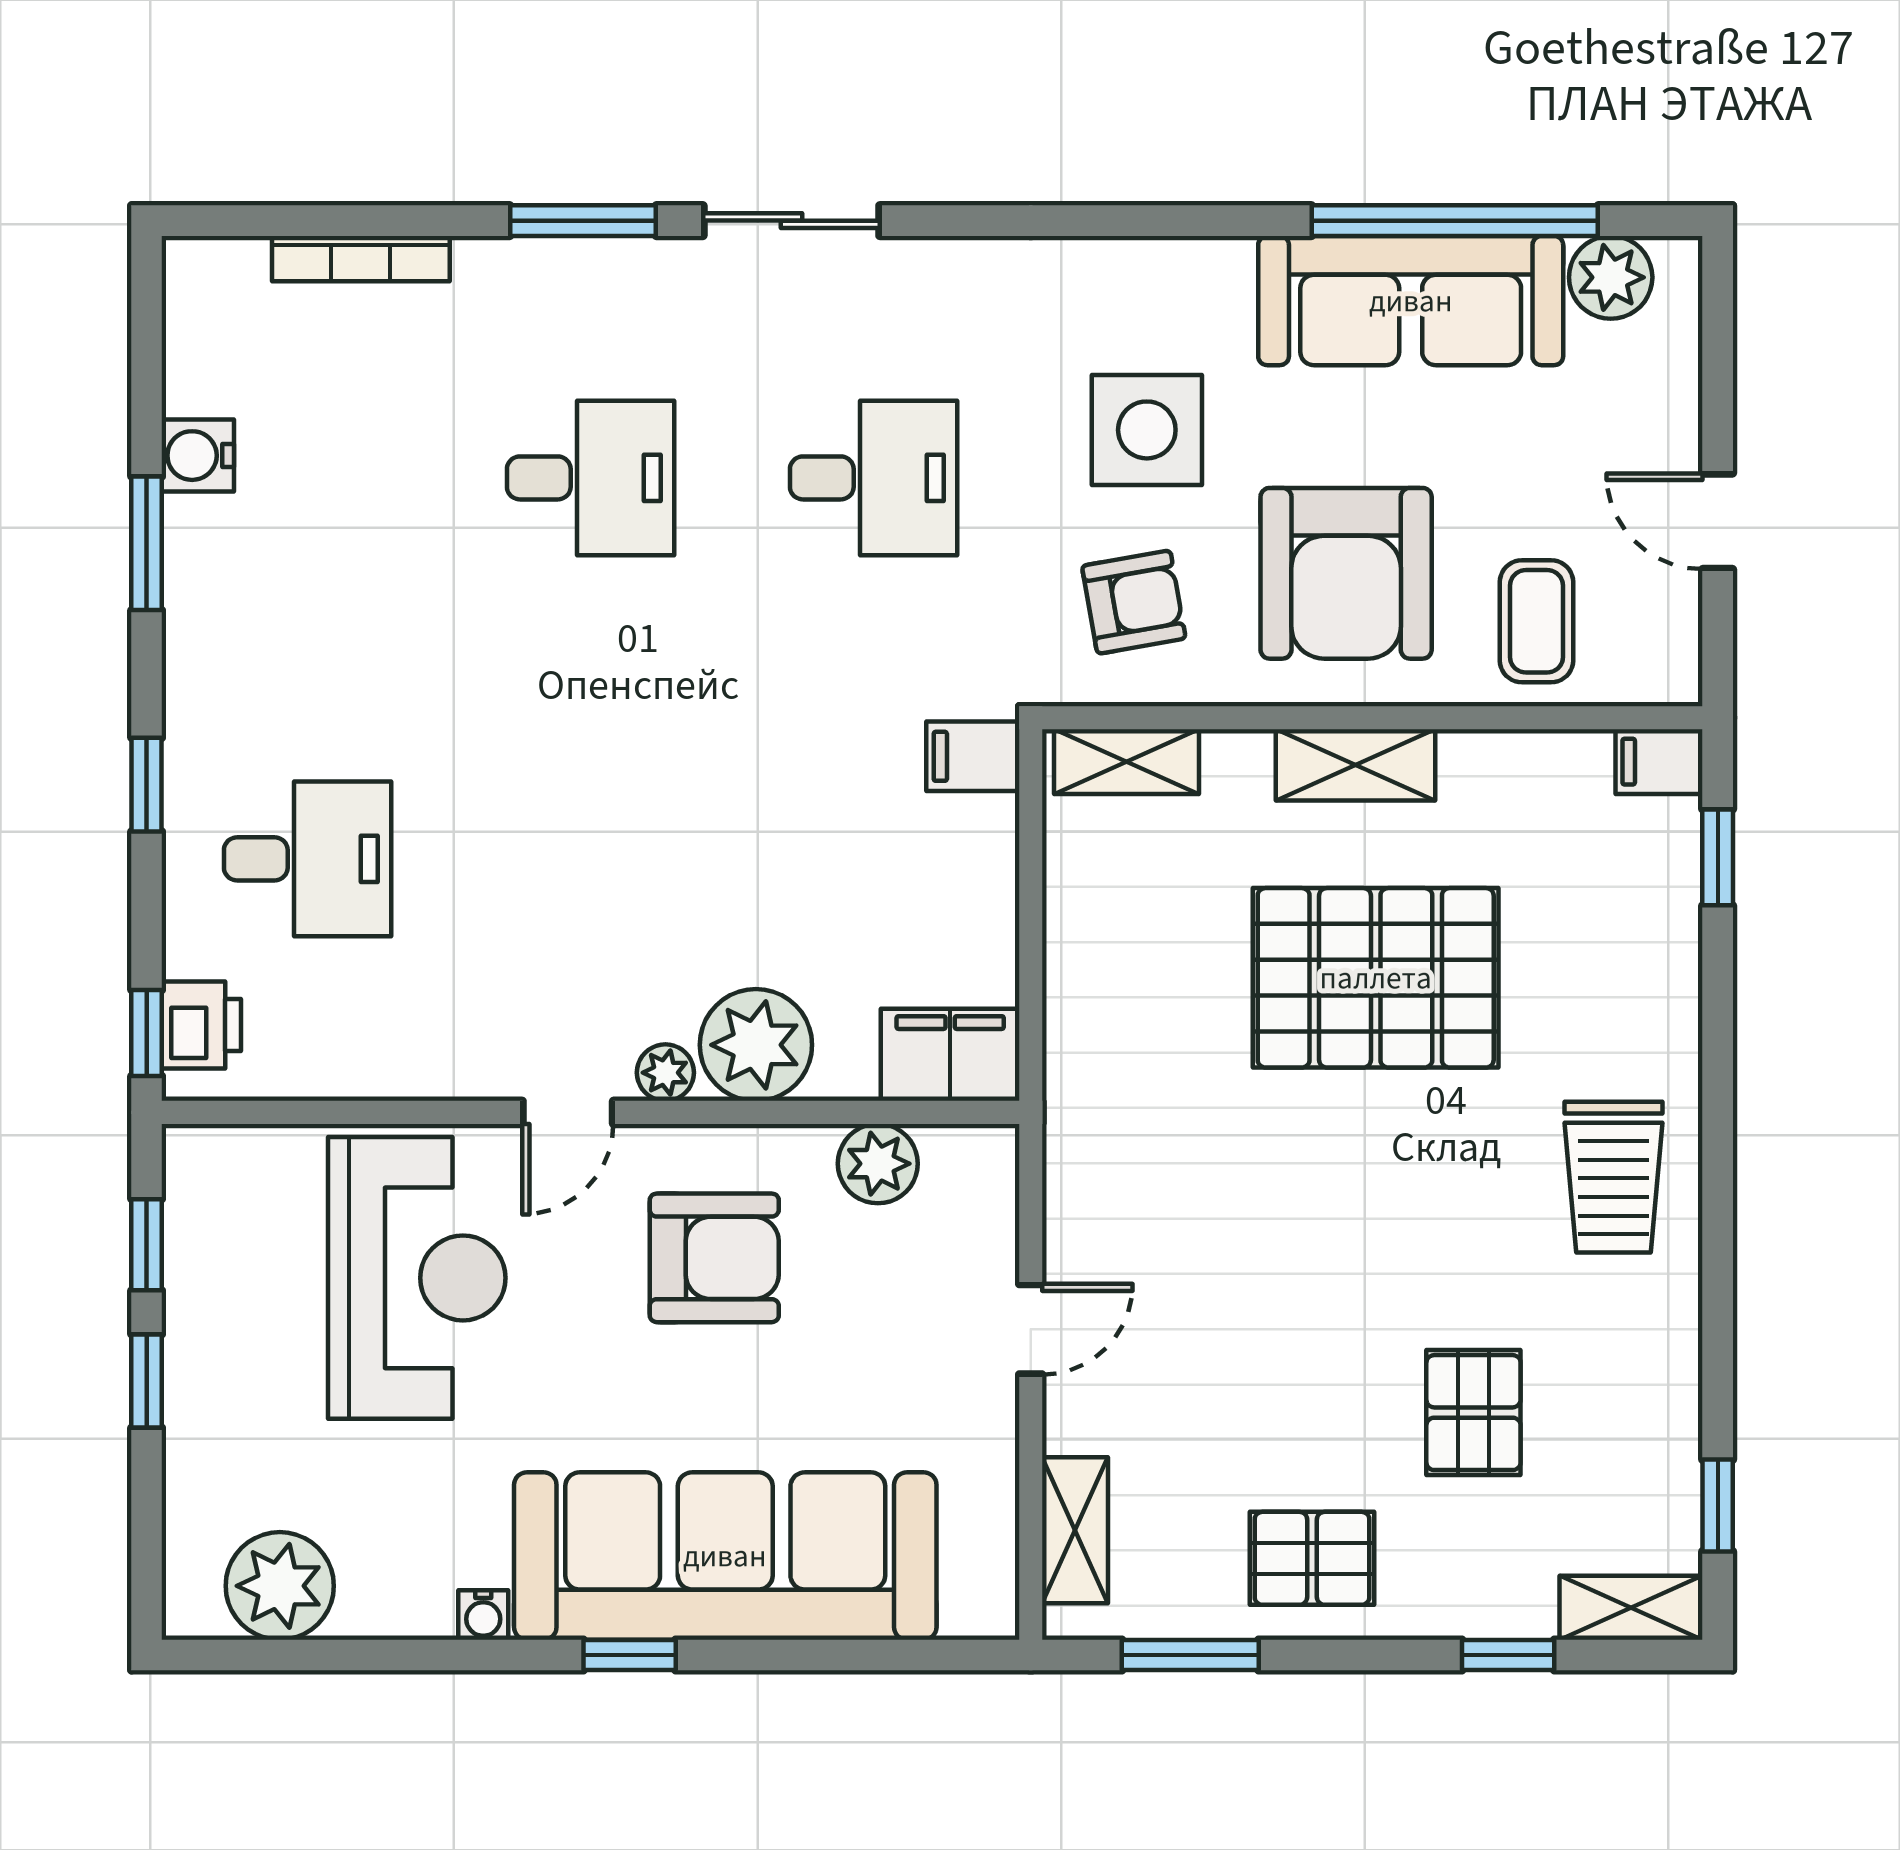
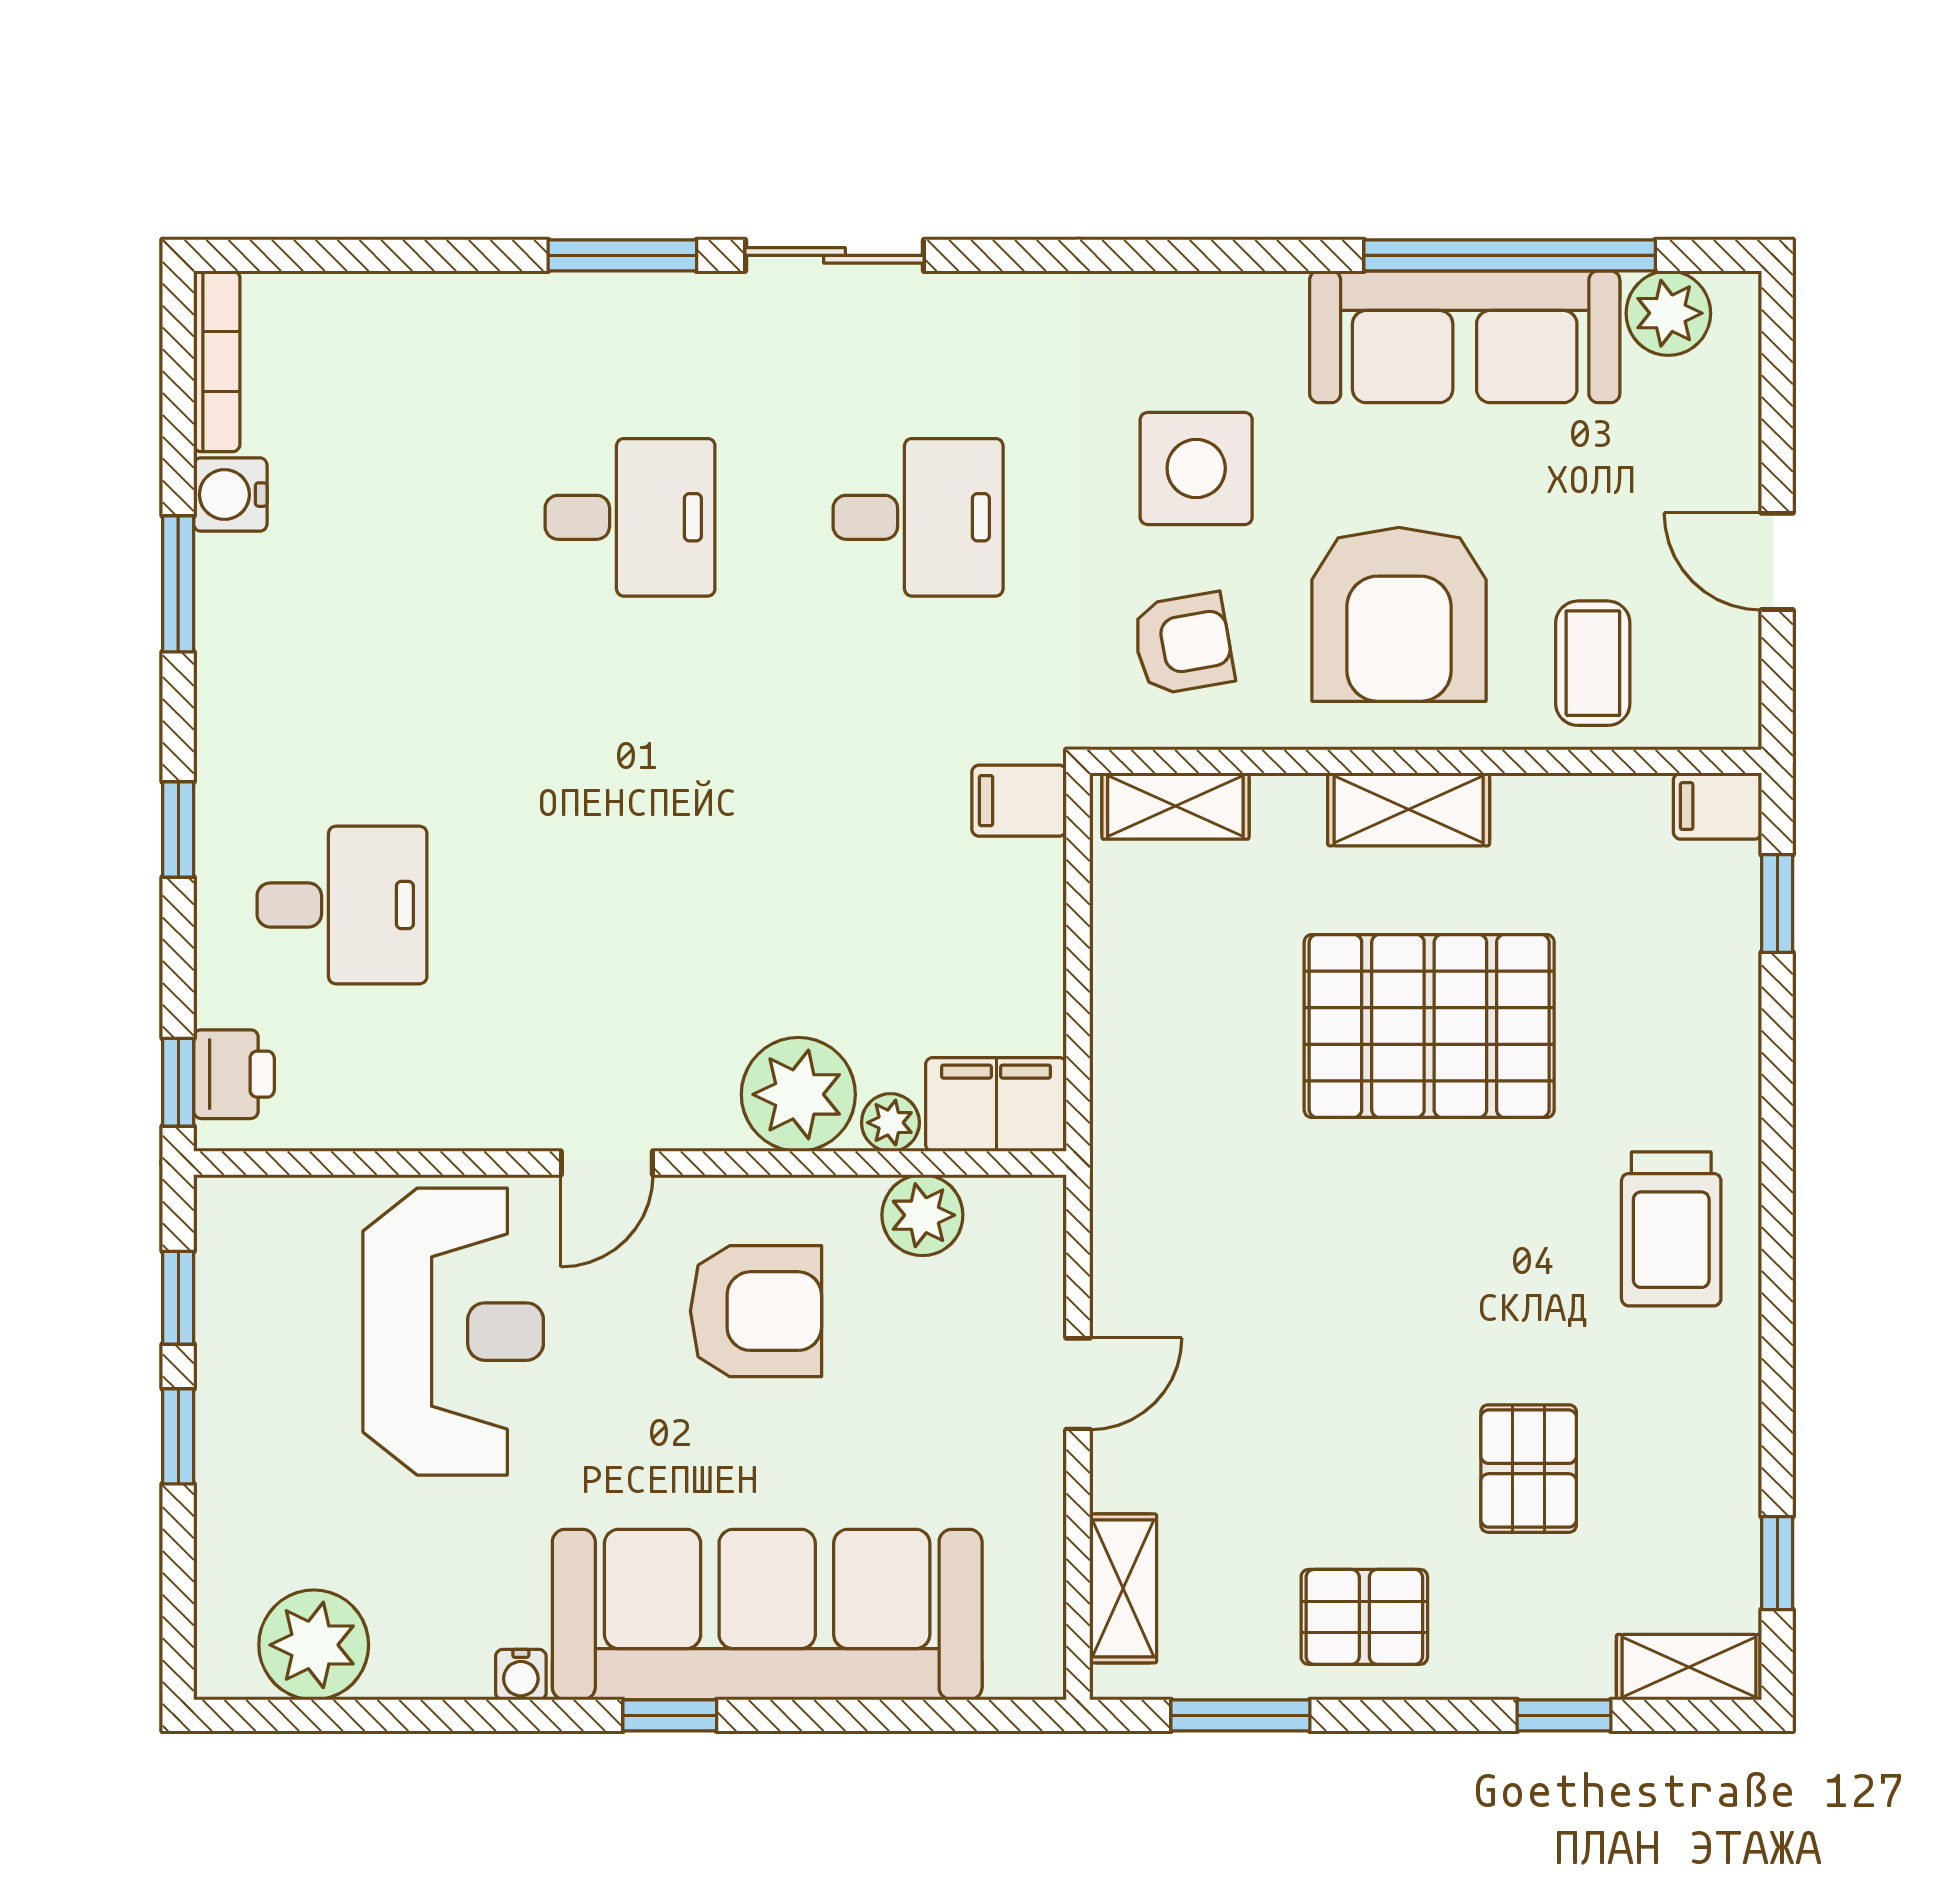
bookcase: (361, 259) -> (217, 361), moved, turned -90
plant: (665, 1073) -> (890, 1123), moved

